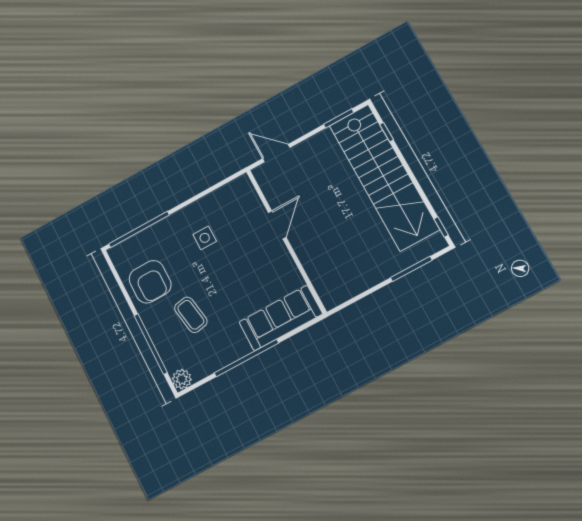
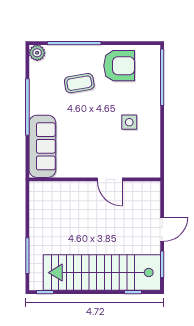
door: (276, 153) -> (162, 229), moved
armchair: (150, 282) -> (119, 66), turned 180

